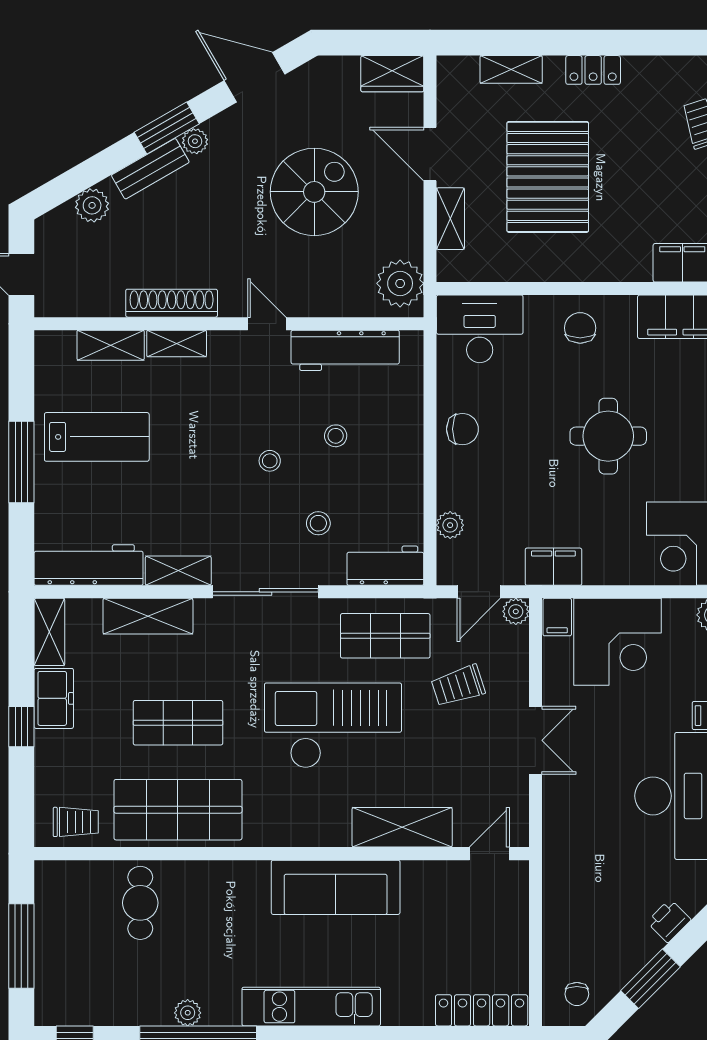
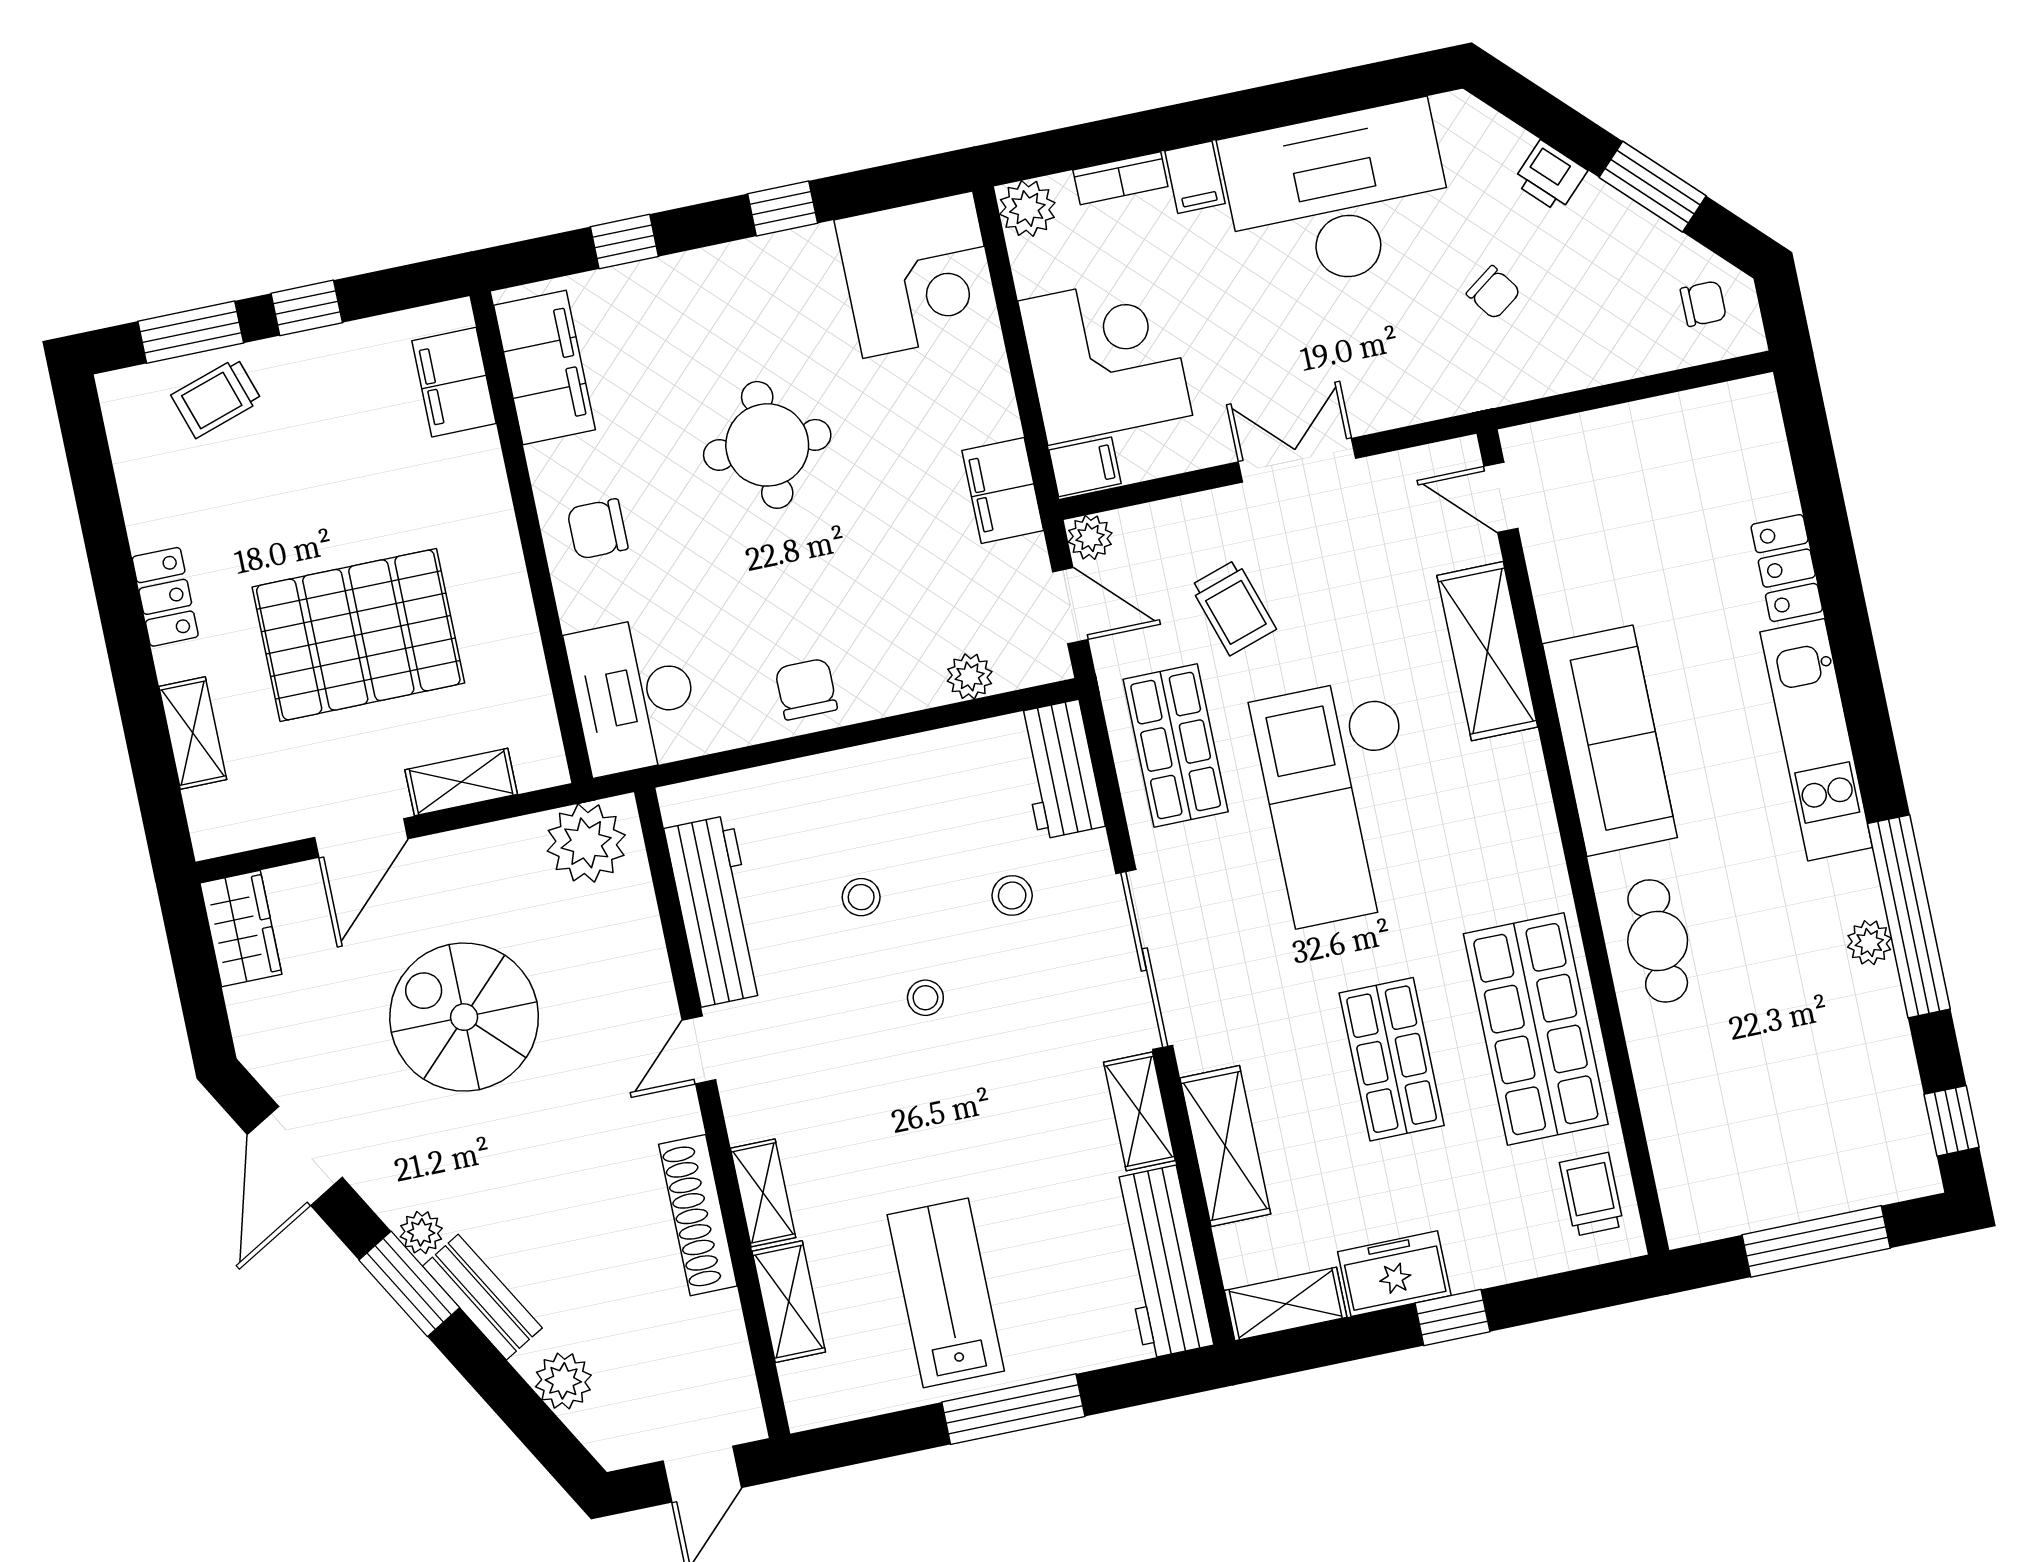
chair: (609, 874) -> (1493, 292), added
cafe table: (140, 903) -> (1658, 941), moved, turned 90
locker: (482, 1010) -> (1787, 568), moved, width x0.66

